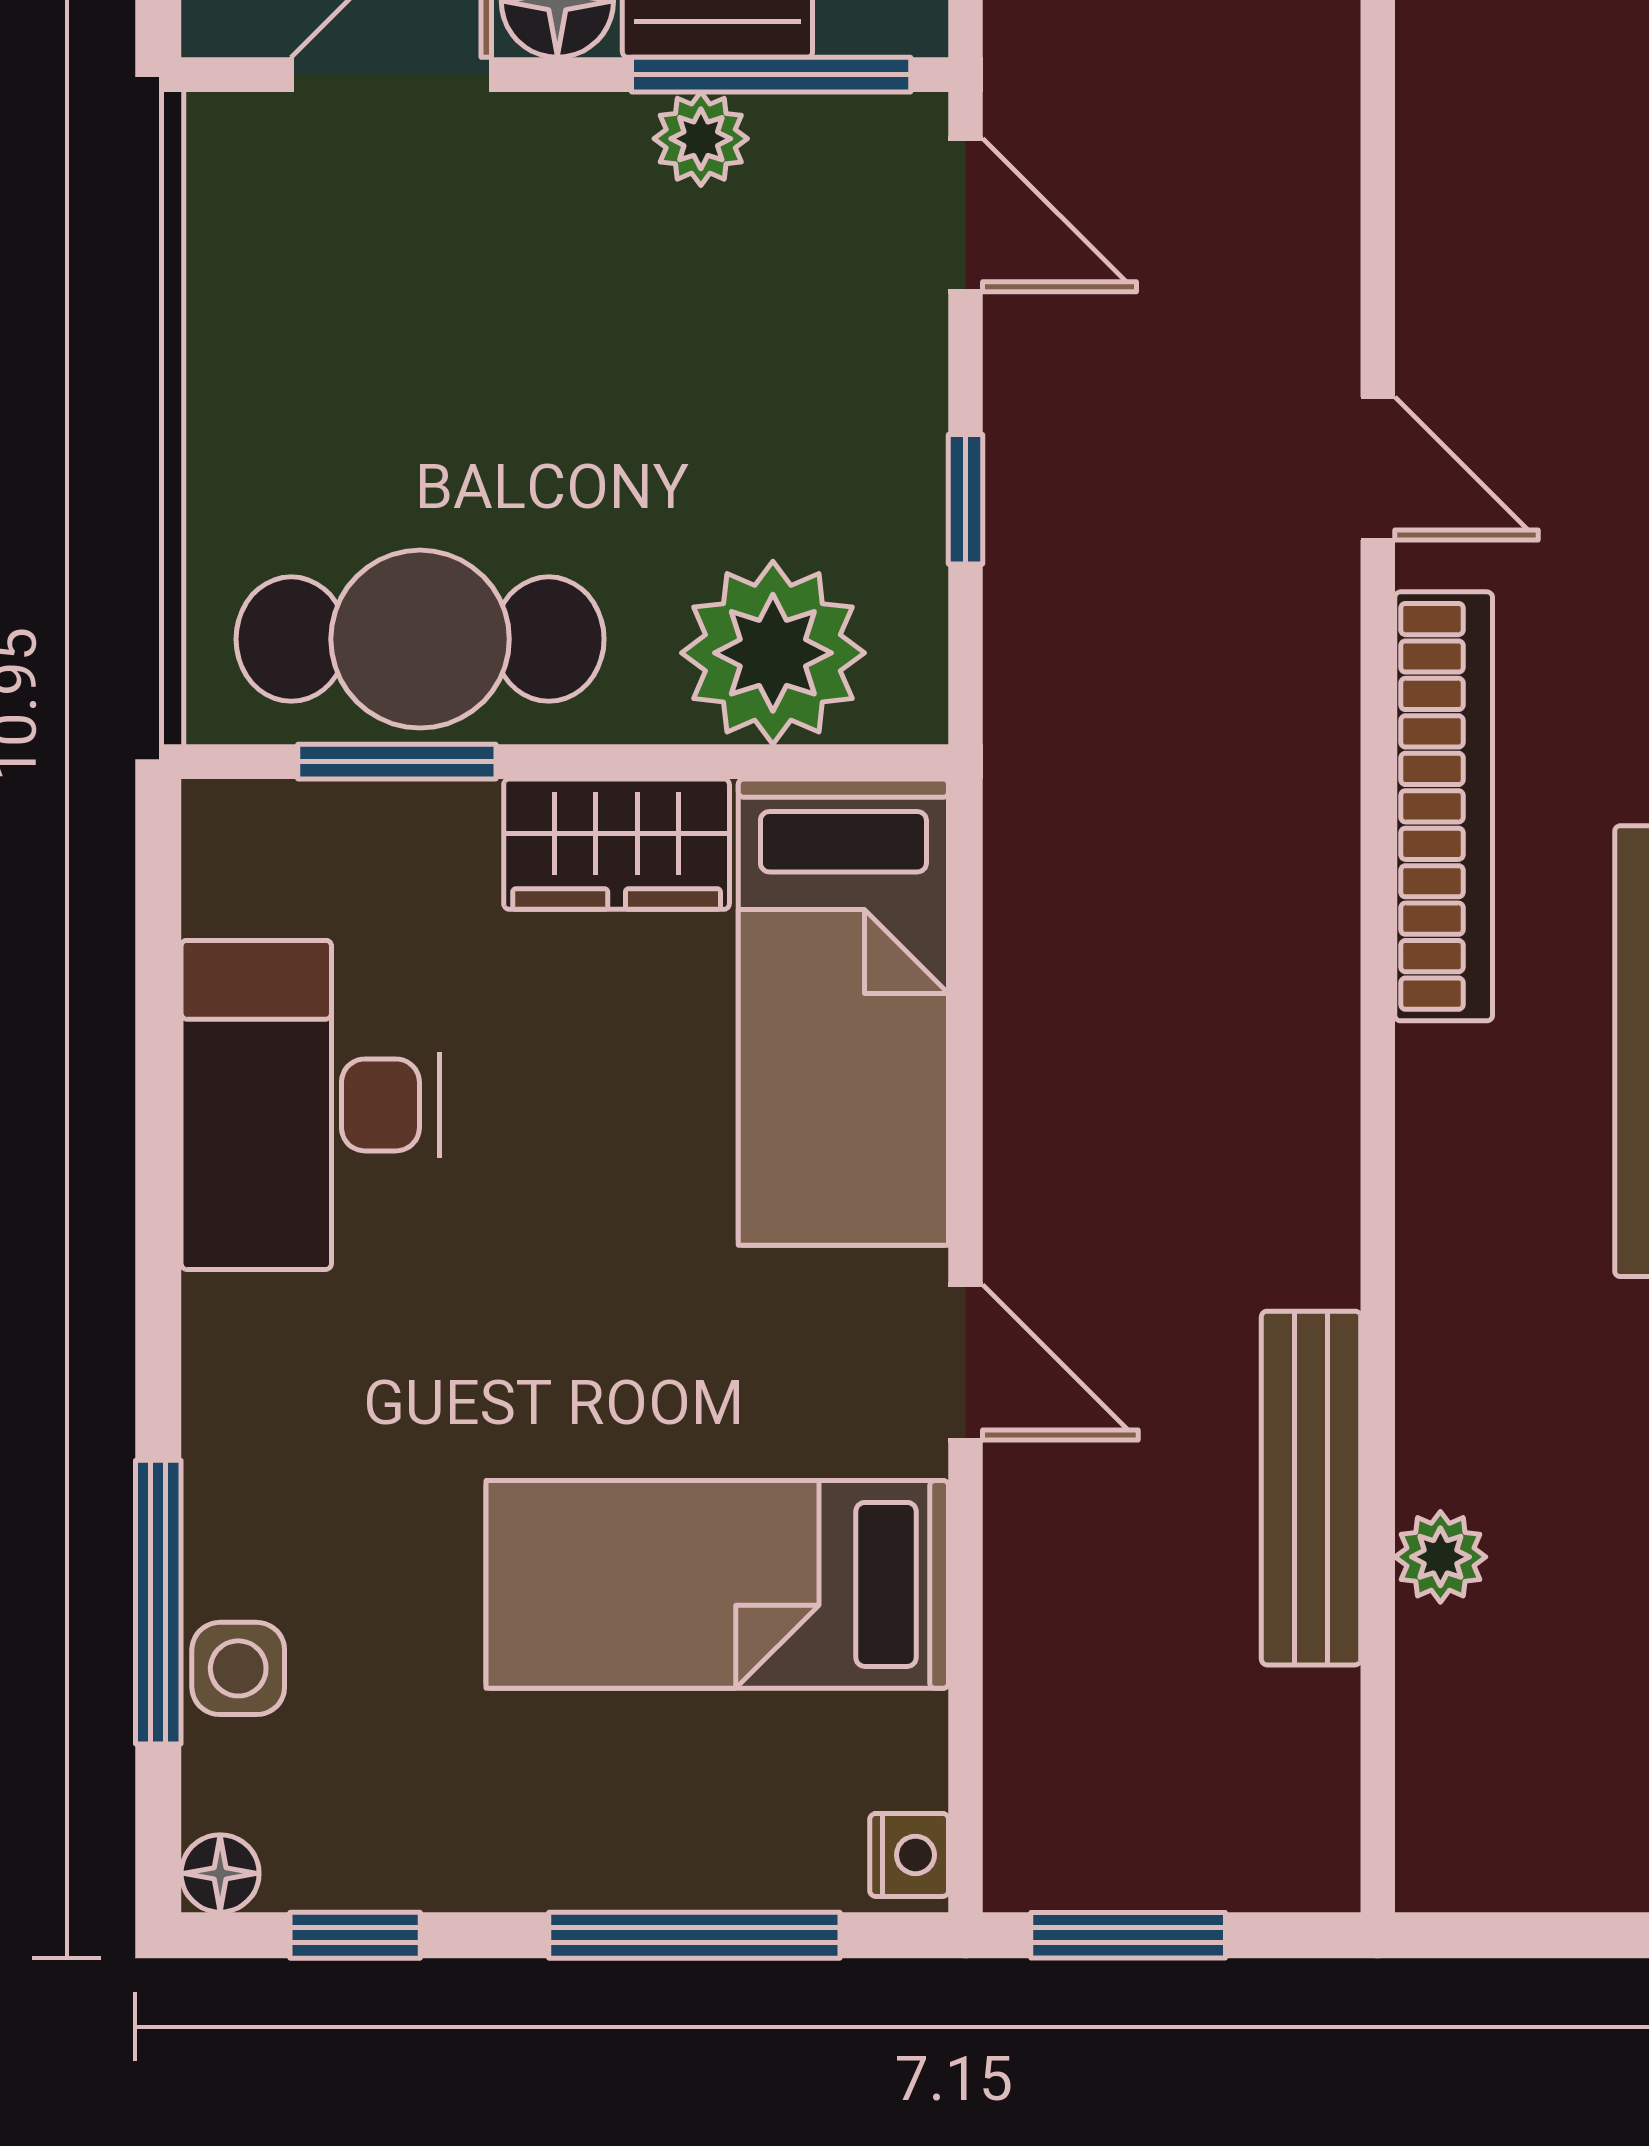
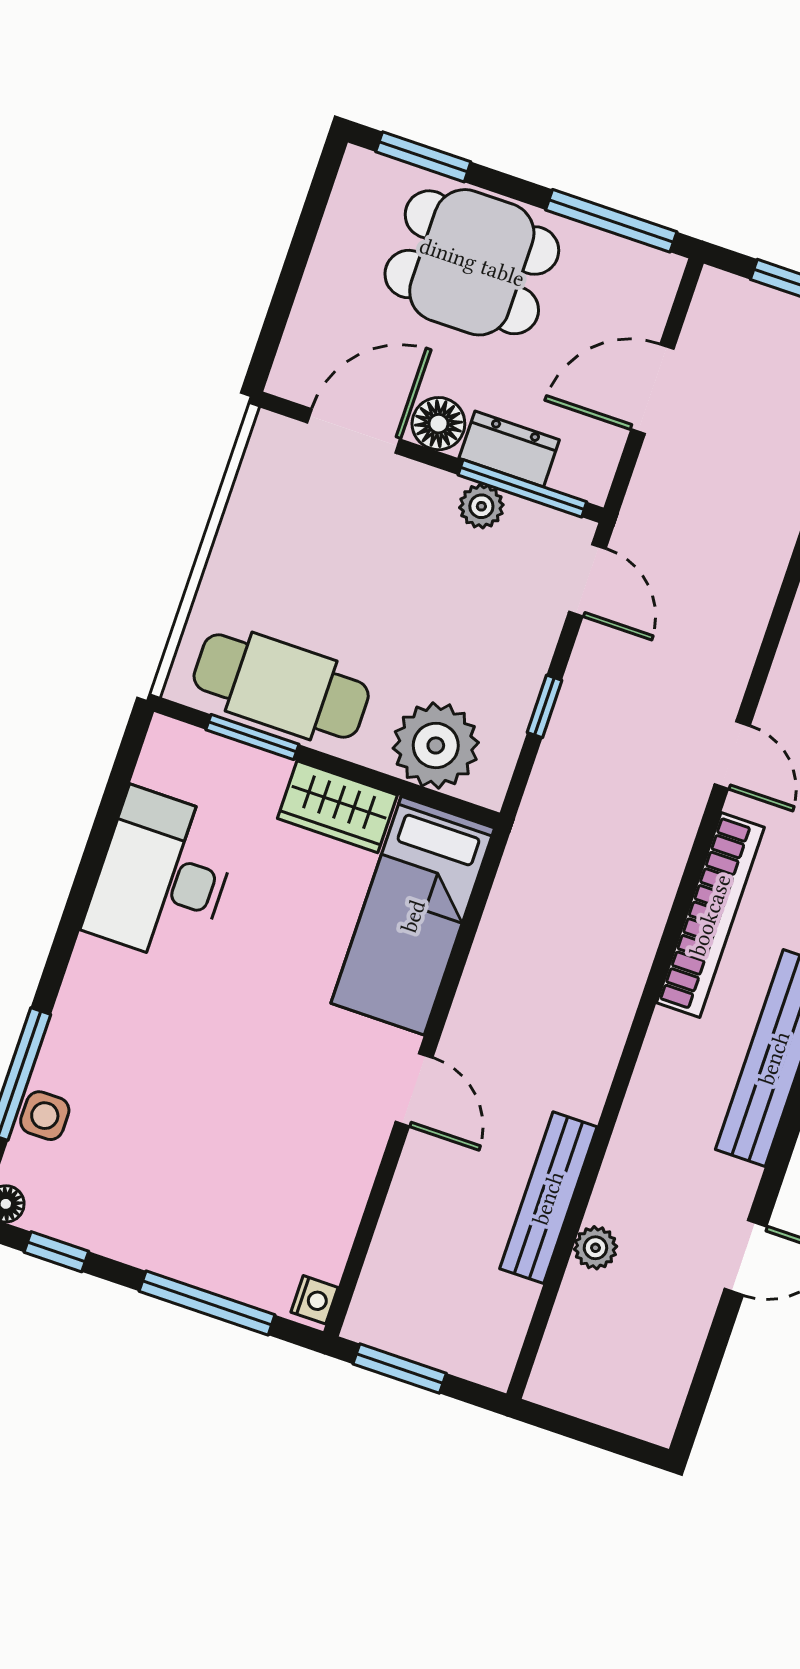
bed: (717, 1584) -> (270, 1151), removed

